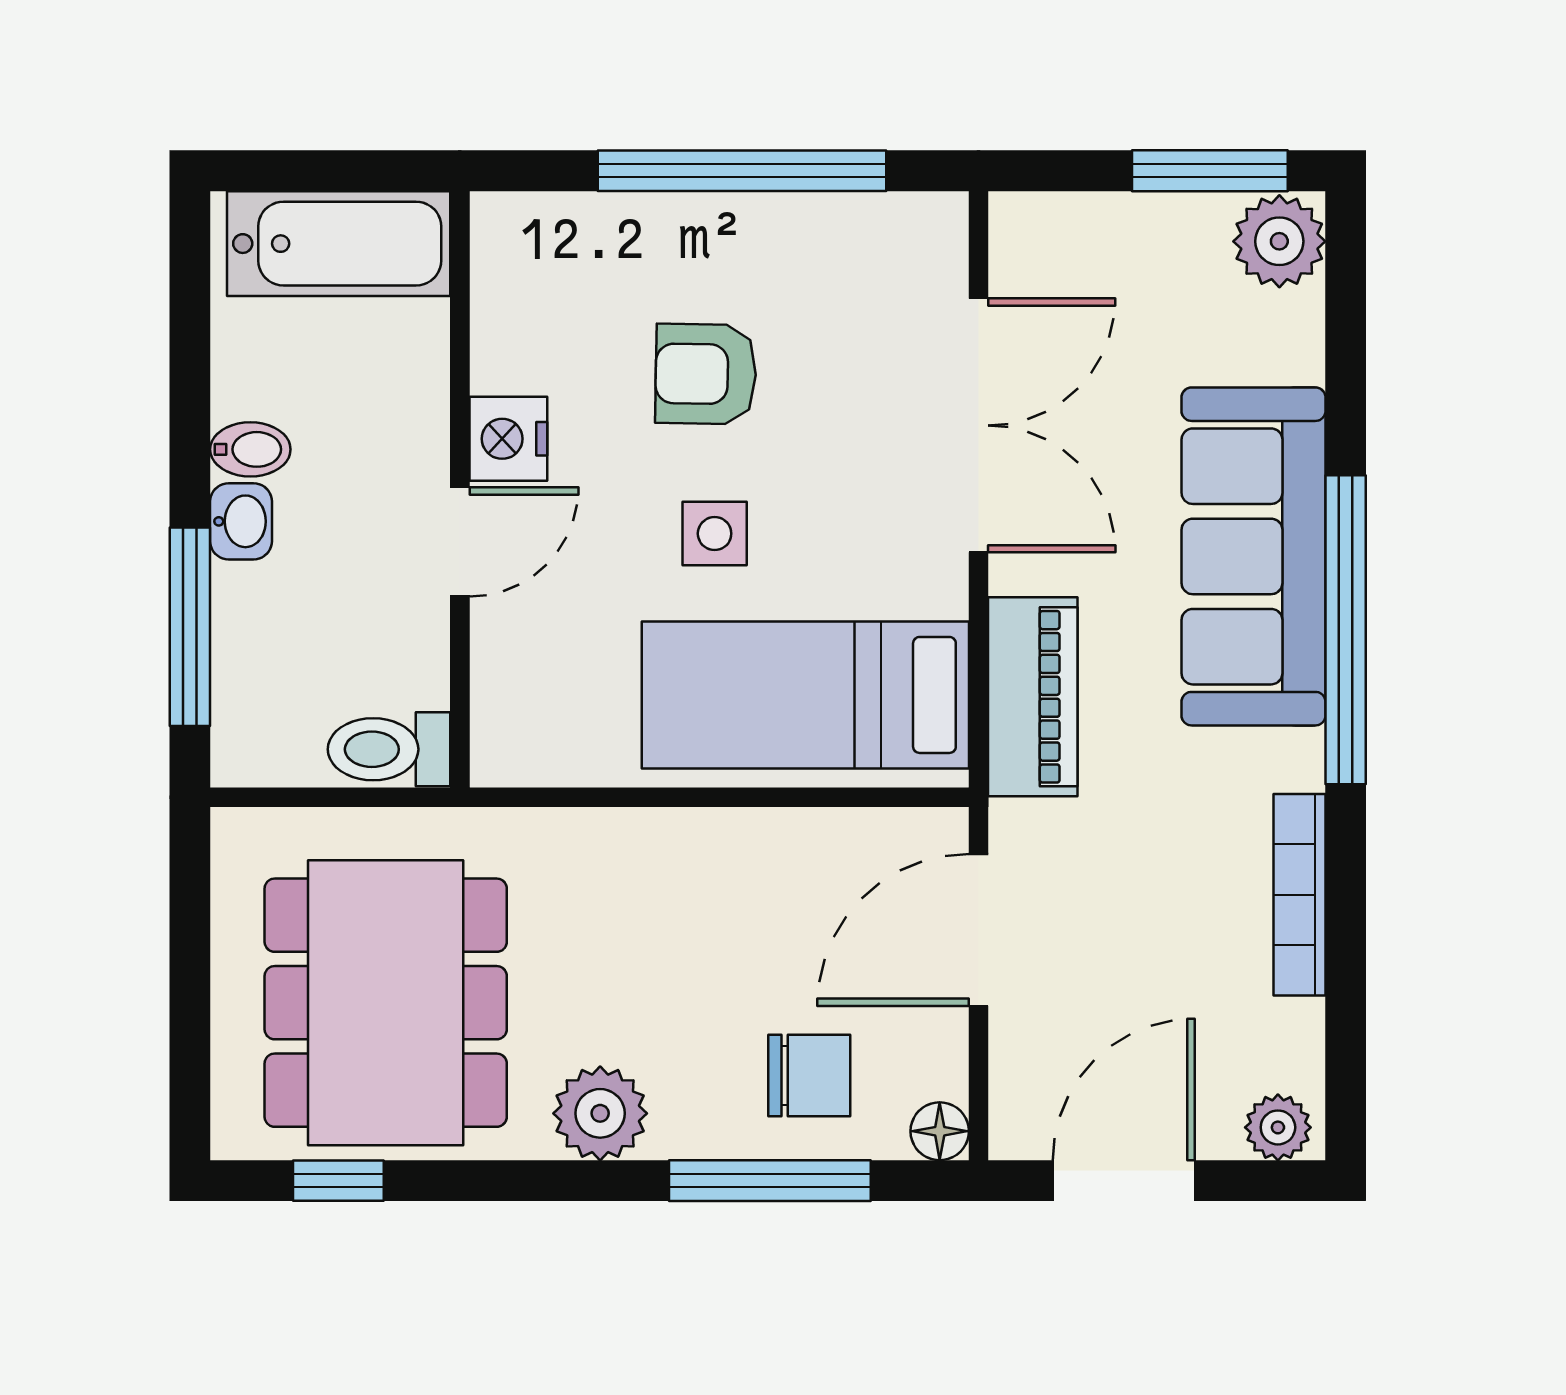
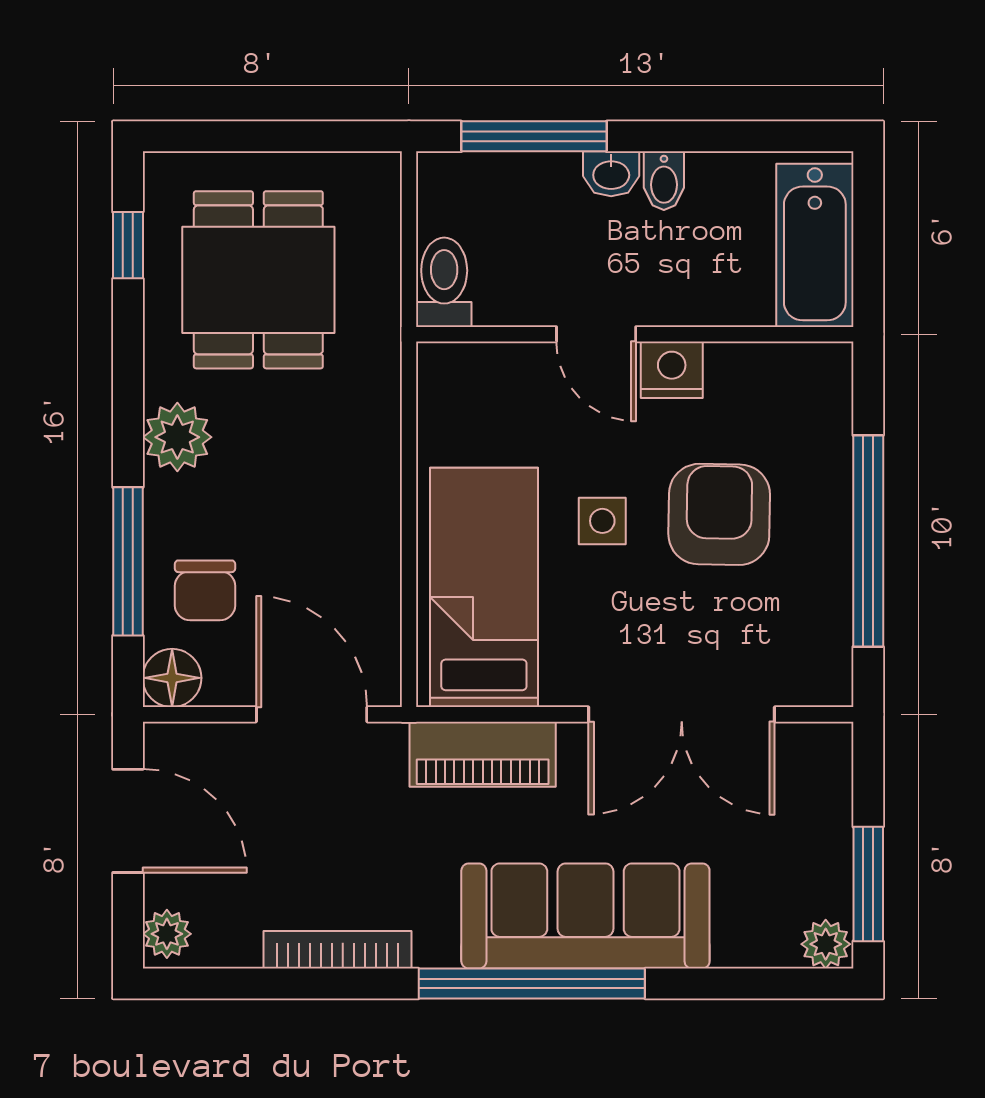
plant: (1279, 241) -> (826, 944), width x0.73, depth x0.73
armchair: (706, 374) -> (719, 514), width x1.38, depth x1.38
dining table: (386, 1003) -> (258, 280), width x0.73
floor lamp: (940, 1131) -> (172, 678), width x1.37, depth x1.37

